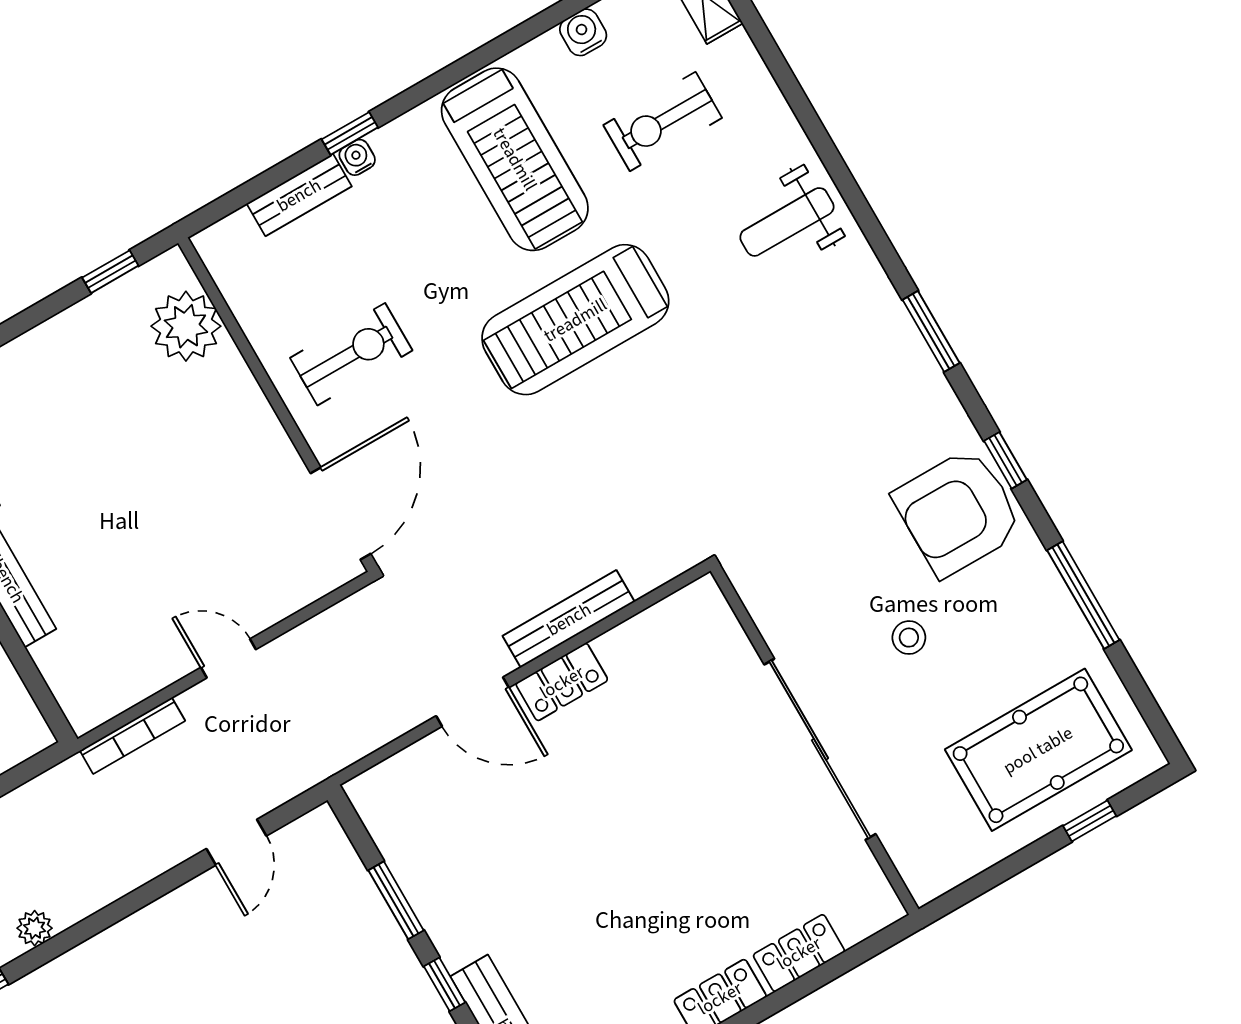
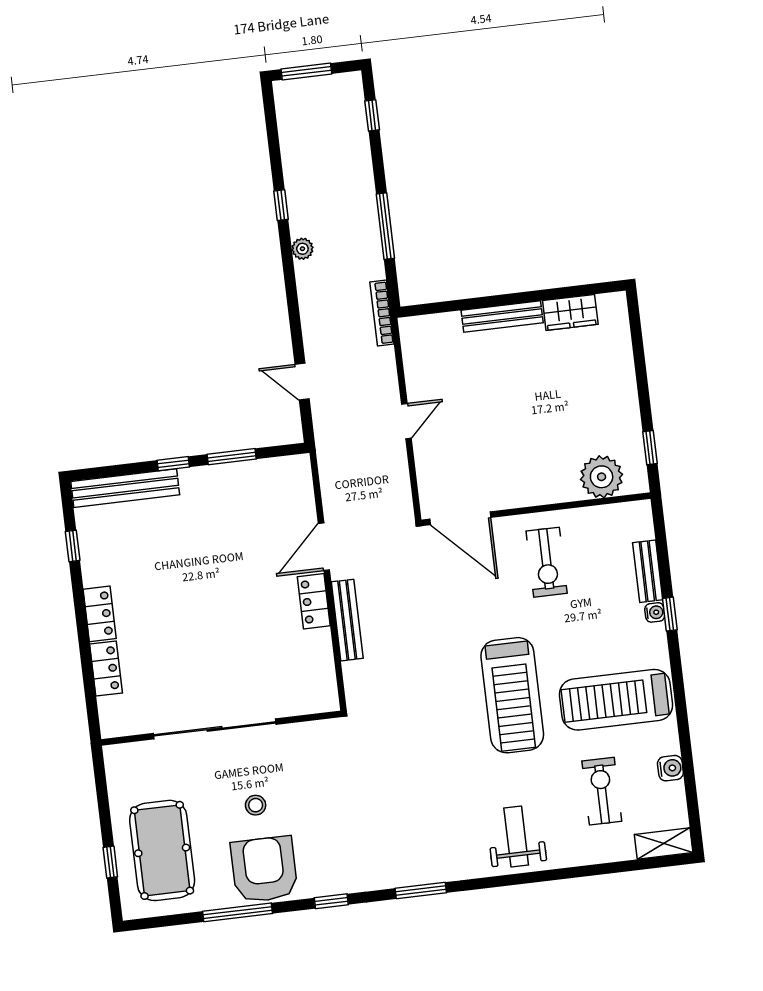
treadmill: (575, 320) -> (512, 695), turned 180
armchair: (958, 512) -> (264, 869), moved
bookcase: (132, 736) -> (382, 313), moved

